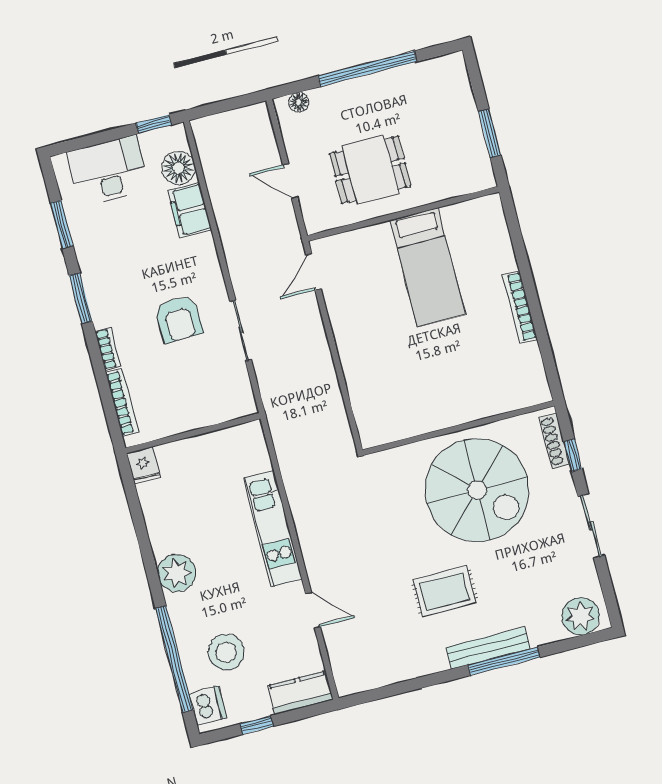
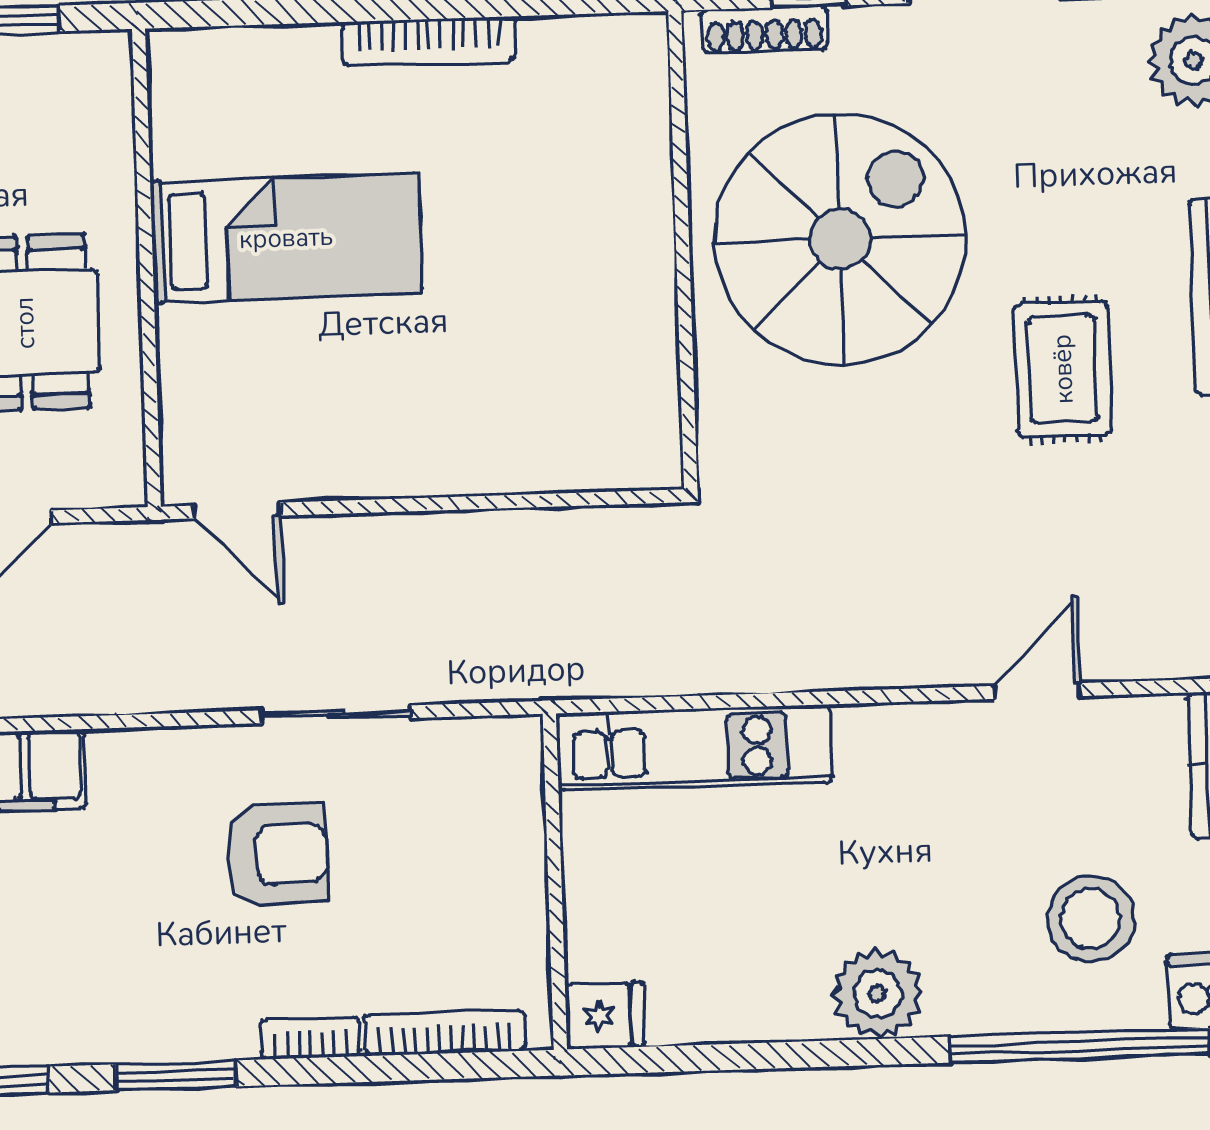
kitchen unit: (273, 529) -> (694, 748), moved

